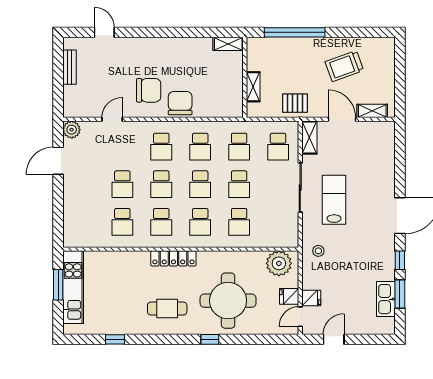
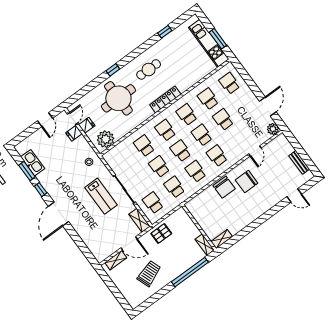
shelving: (253, 87) -> (205, 245), moved
school desk: (83, 222) -> (229, 83), added

